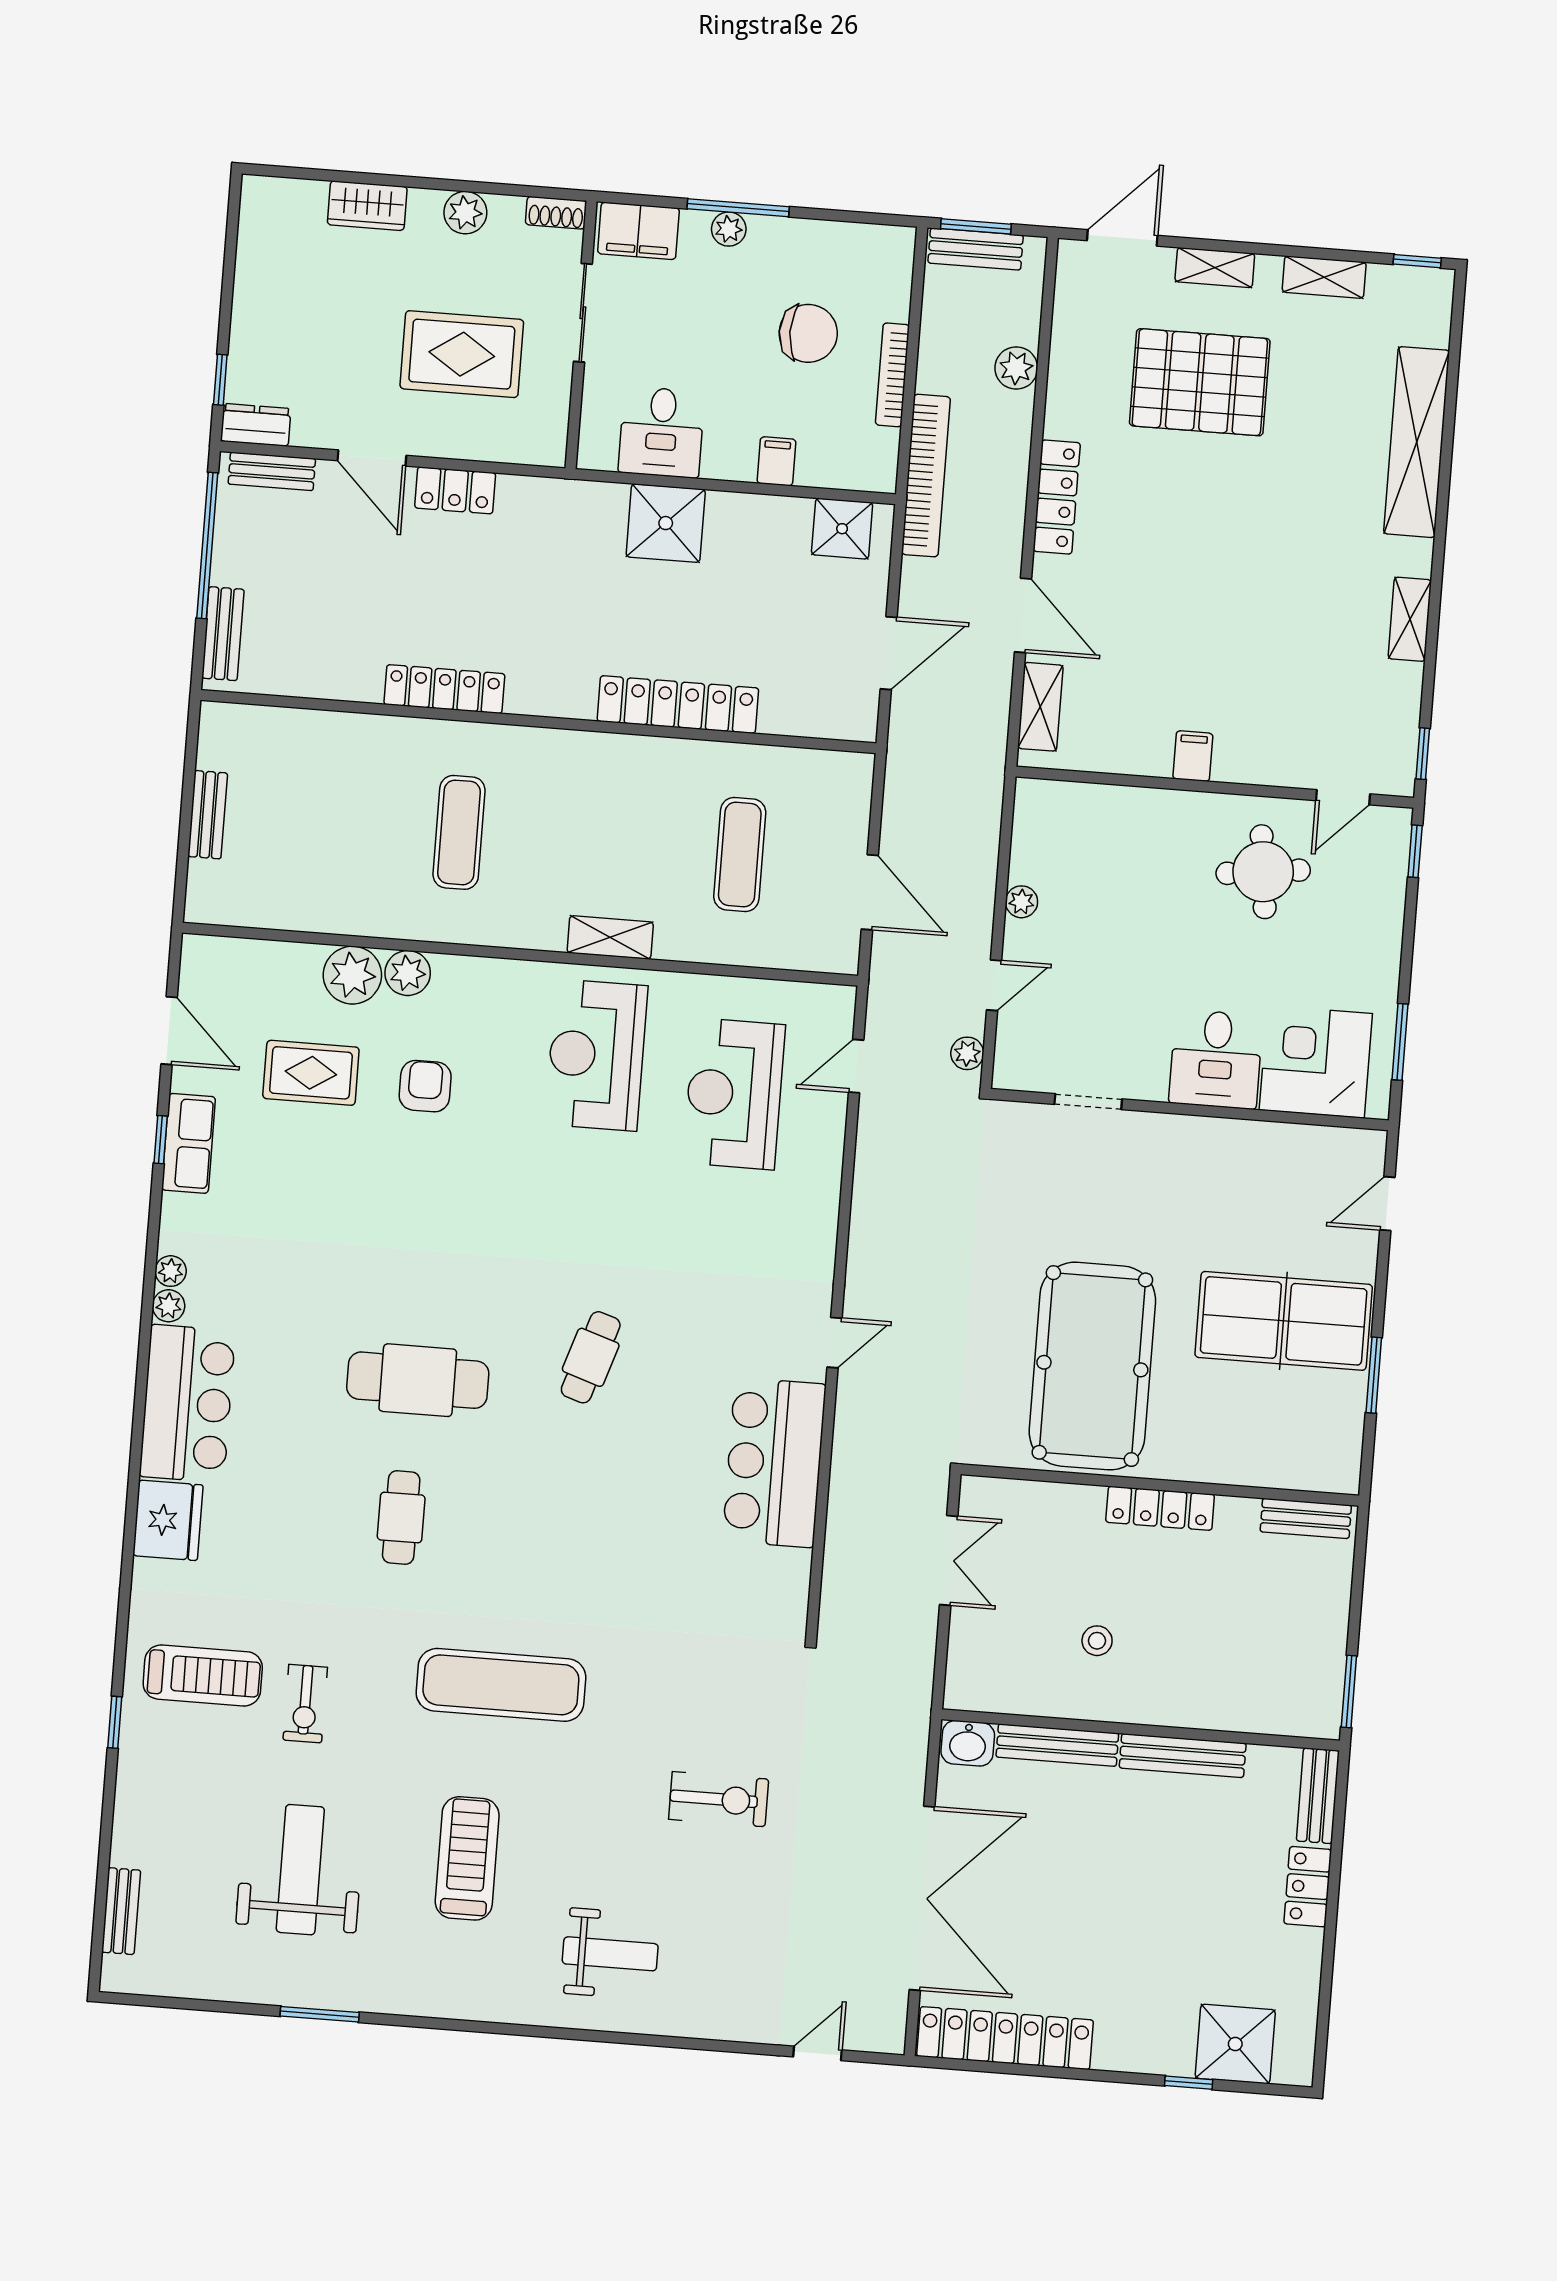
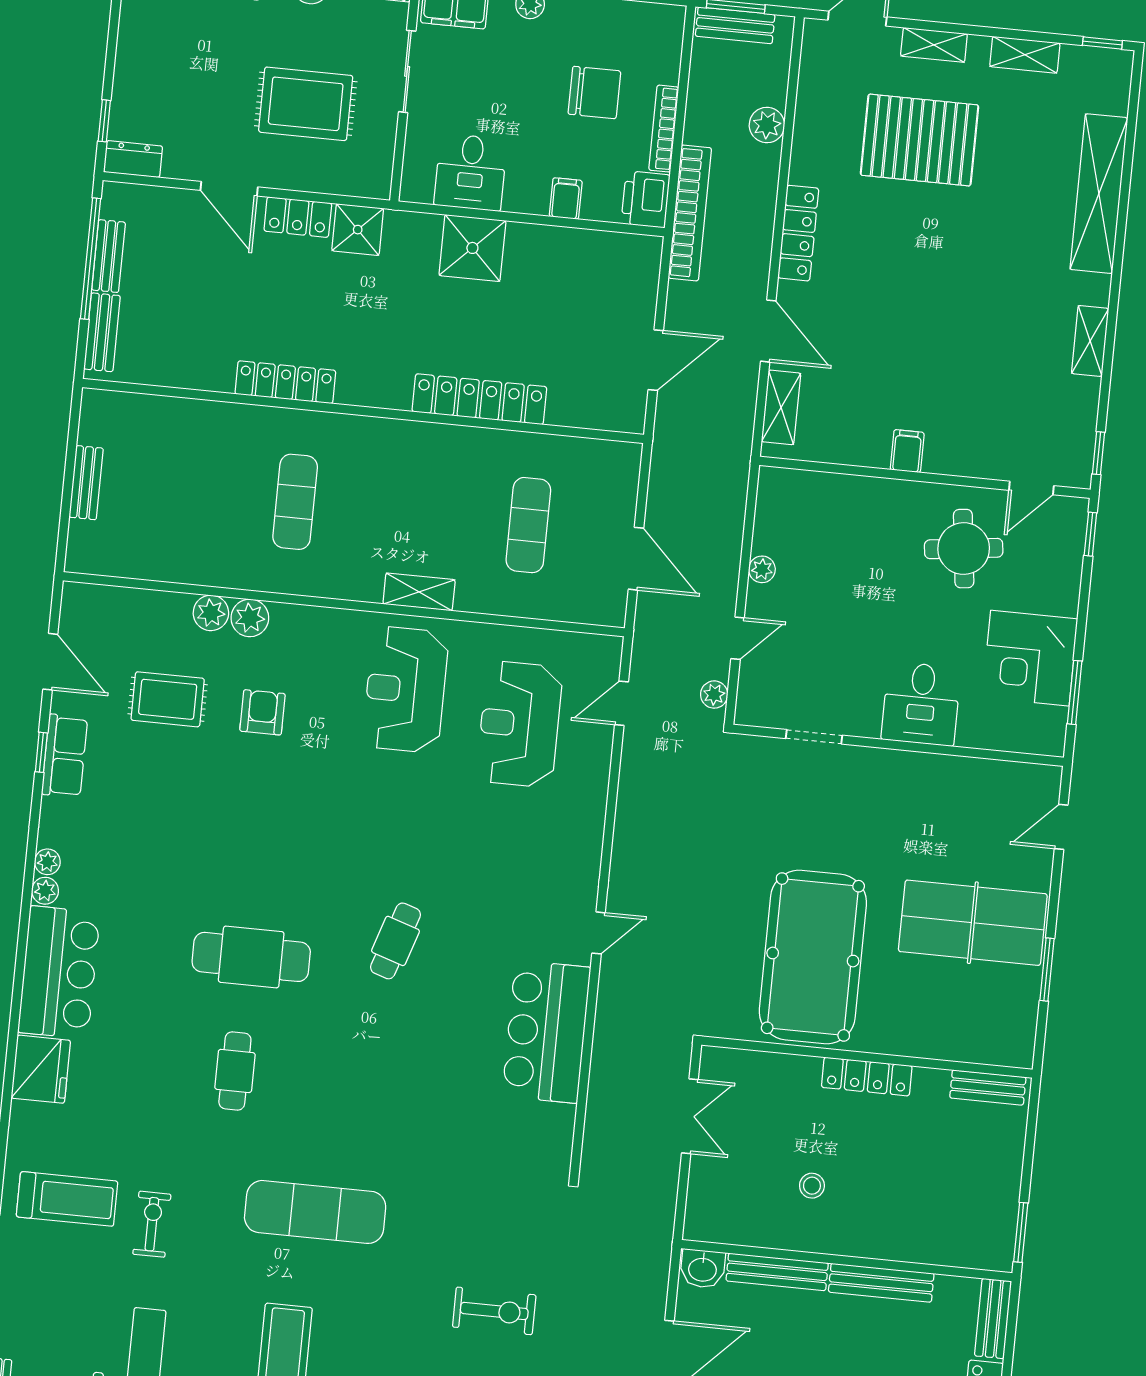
printer: (872, 460) -> (646, 199), added
bench: (272, 471) -> (109, 256), moved, turned 90
shower: (842, 529) -> (358, 230), moved
plant: (352, 975) -> (211, 613), width x0.73, depth x0.73
corner desk: (1316, 1062) -> (1030, 658), moved, turned -90
exercise bike: (305, 1704) -> (152, 1224), turned 180

